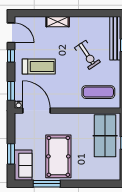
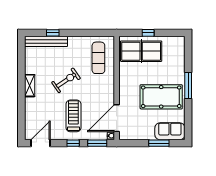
shelving: (58, 22) -> (30, 86), moved
exercise bike: (87, 55) -> (66, 80), moved
window: (11, 56) -> (73, 143), moved
window: (47, 184) -> (188, 85), moved

